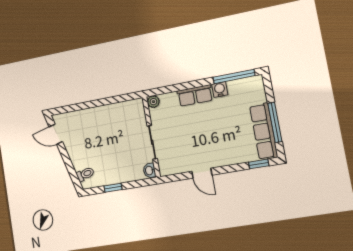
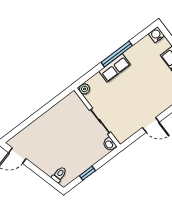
window: (234, 76) -> (117, 54), moved
water cooler: (220, 89) -> (156, 35), moved

